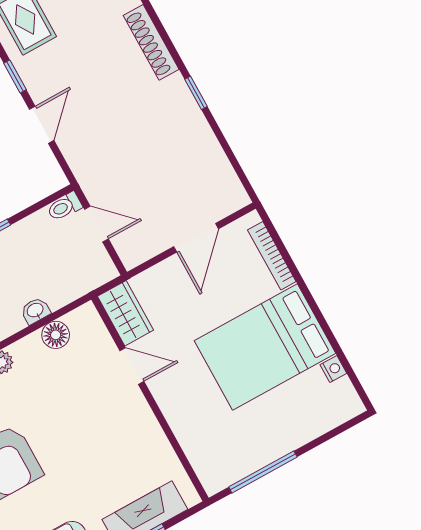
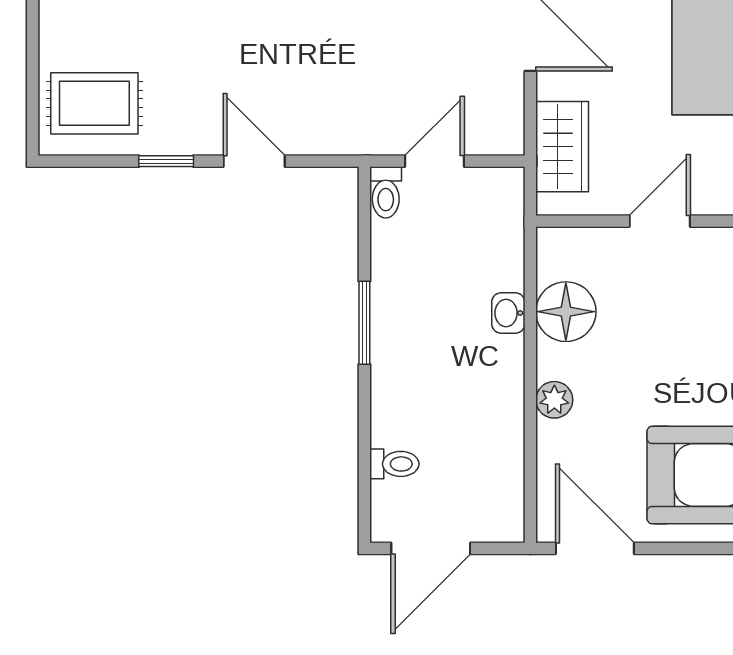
wardrobe: (126, 313) -> (562, 147), moved, turned 90
floor lamp: (56, 335) -> (566, 312), width x1.38, depth x1.38

